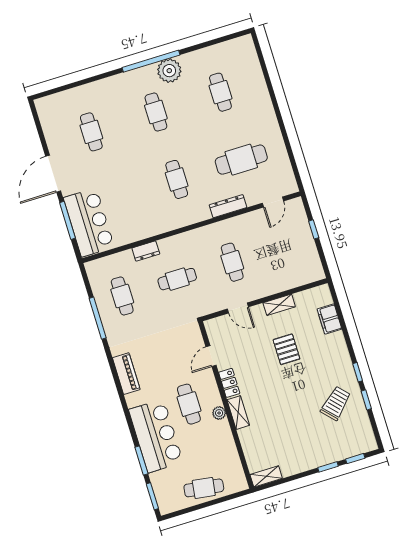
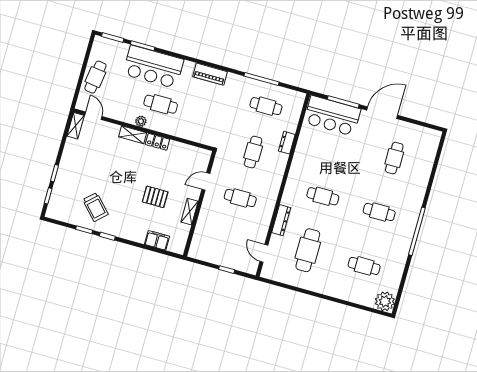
plant: (169, 71) -> (385, 301), moved
cafe table: (91, 132) -> (394, 158), turned 90
door: (53, 174) -> (382, 113), hinge flipped
door: (211, 356) -> (93, 116), moved

